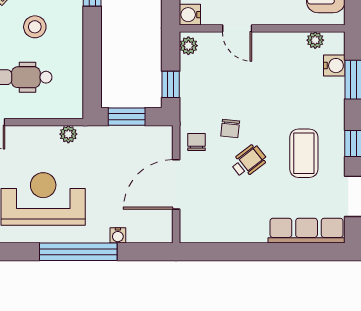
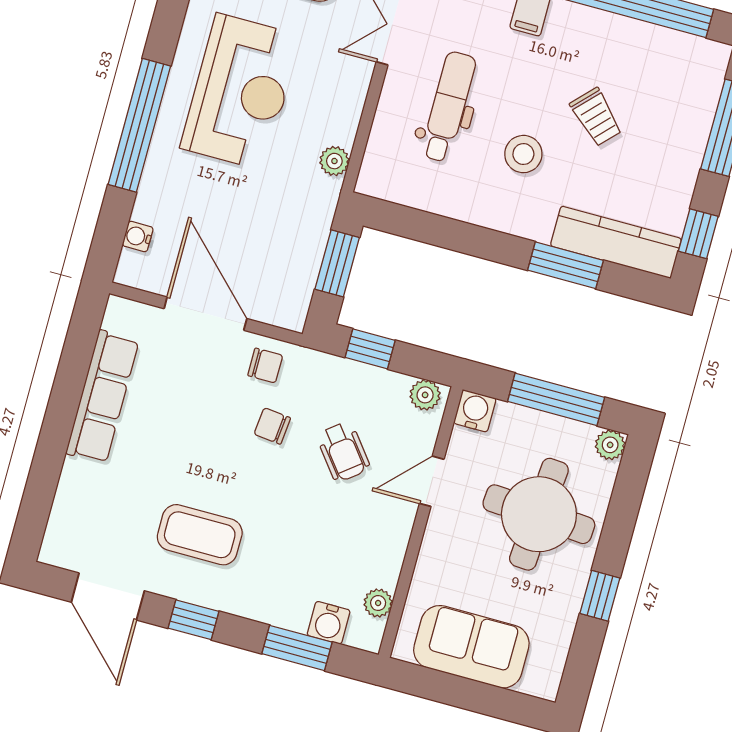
wheelchair: (249, 161) -> (343, 452), moved
row of seats: (307, 231) -> (102, 397), moved
water cooler: (118, 235) -> (138, 236), moved

